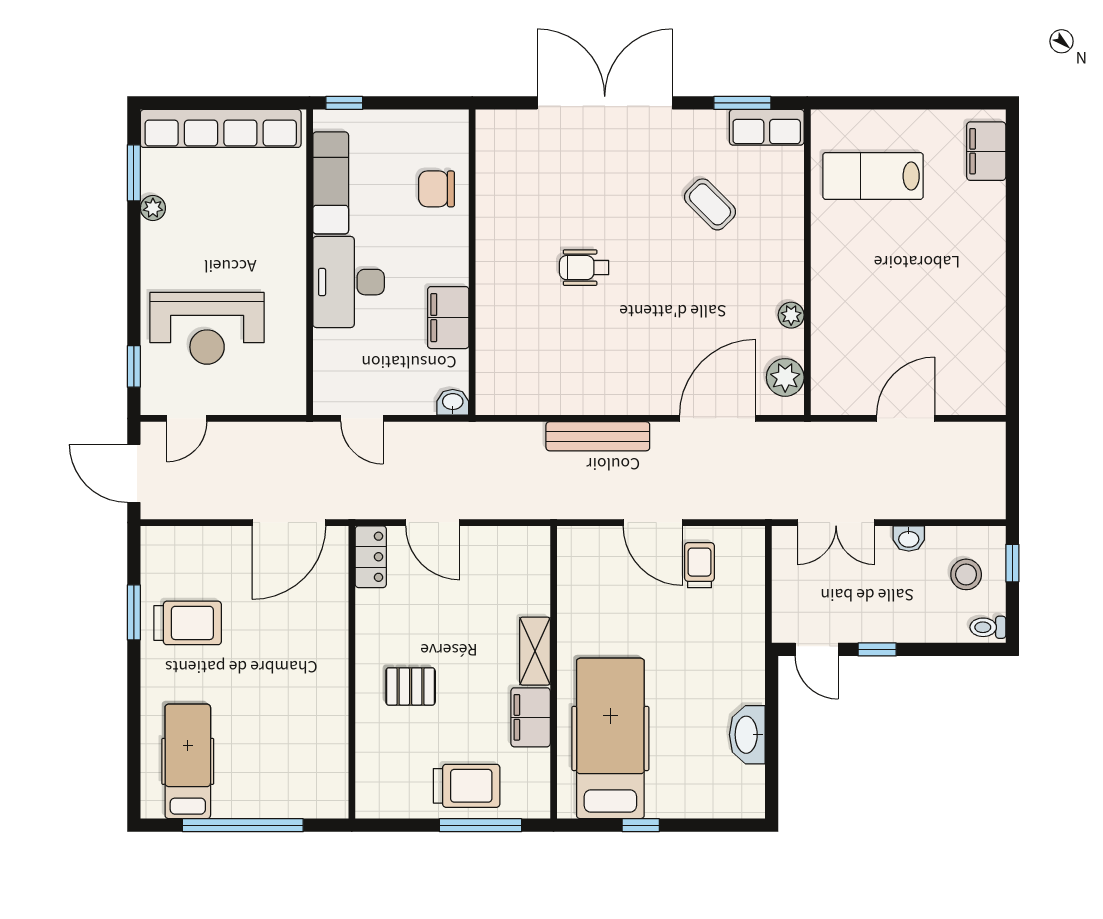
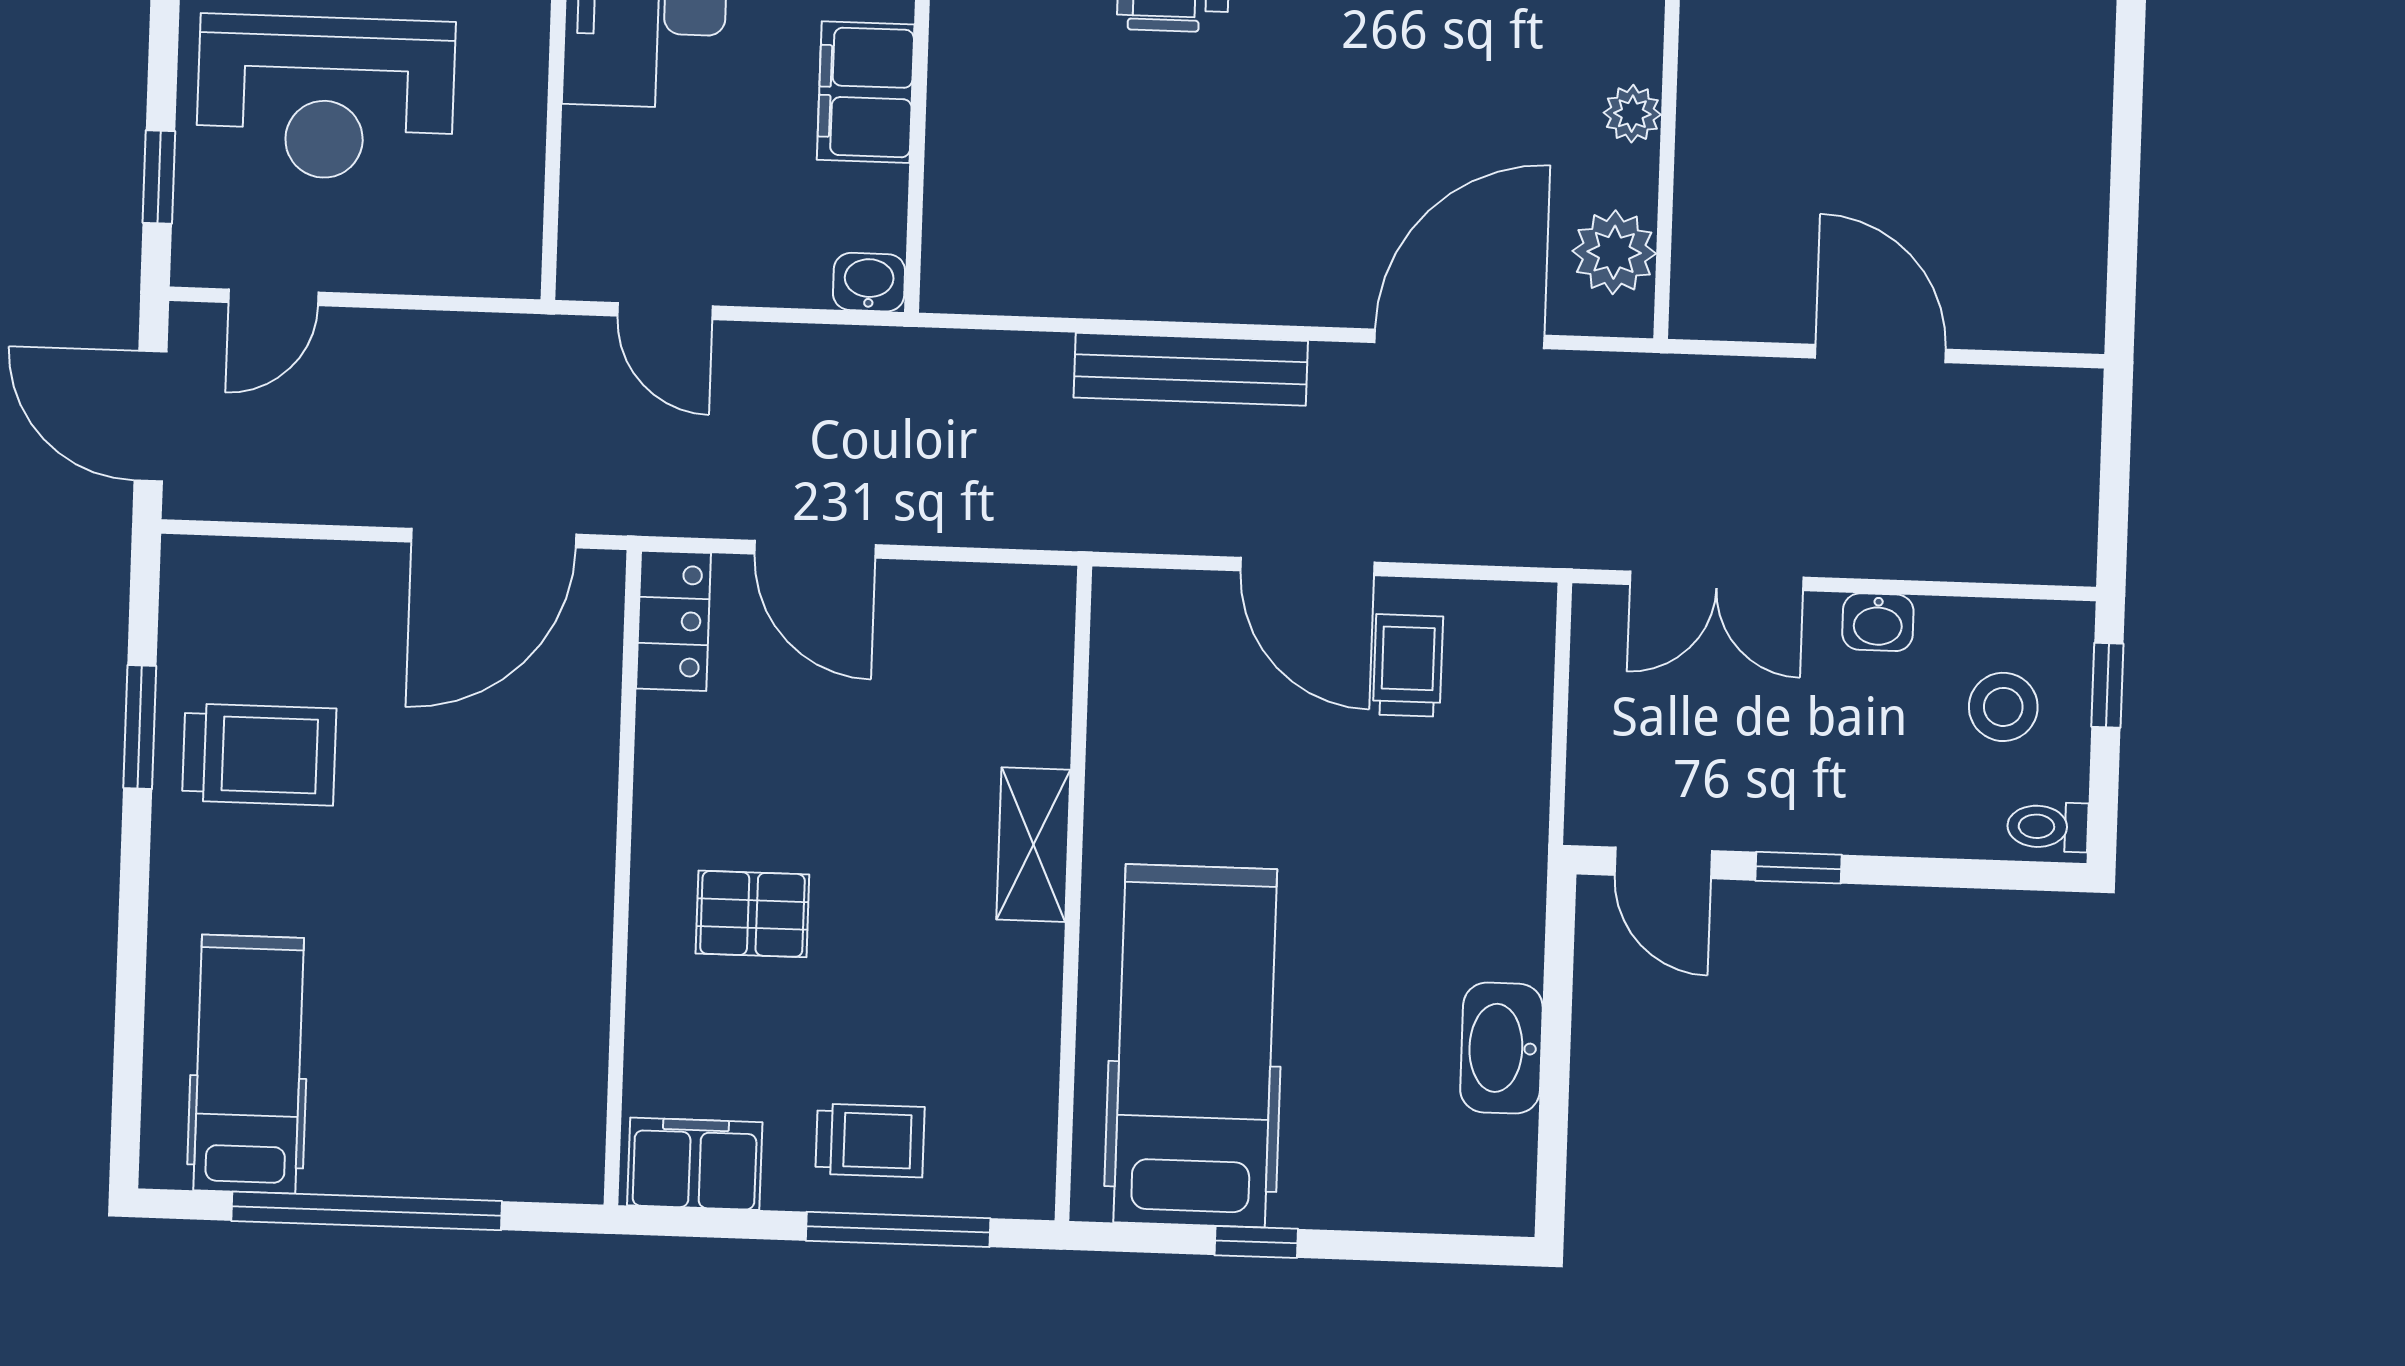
door: (906, 418) -> (1880, 354), hinge flipped
filing cabinet: (531, 717) -> (695, 1164), moved, turned 90
trolley: (467, 786) -> (870, 1140), width x0.73, depth x0.72

